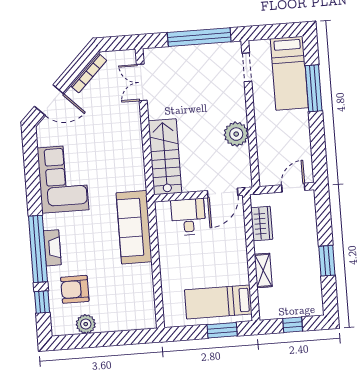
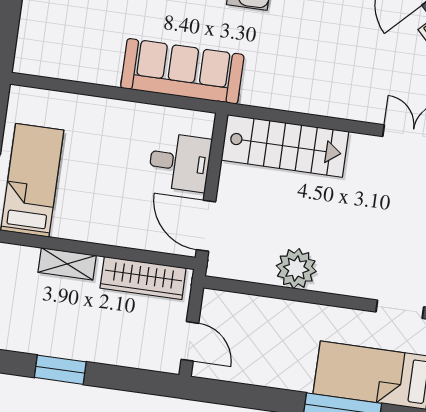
wardrobe: (262, 224) -> (143, 278), width x1.50

